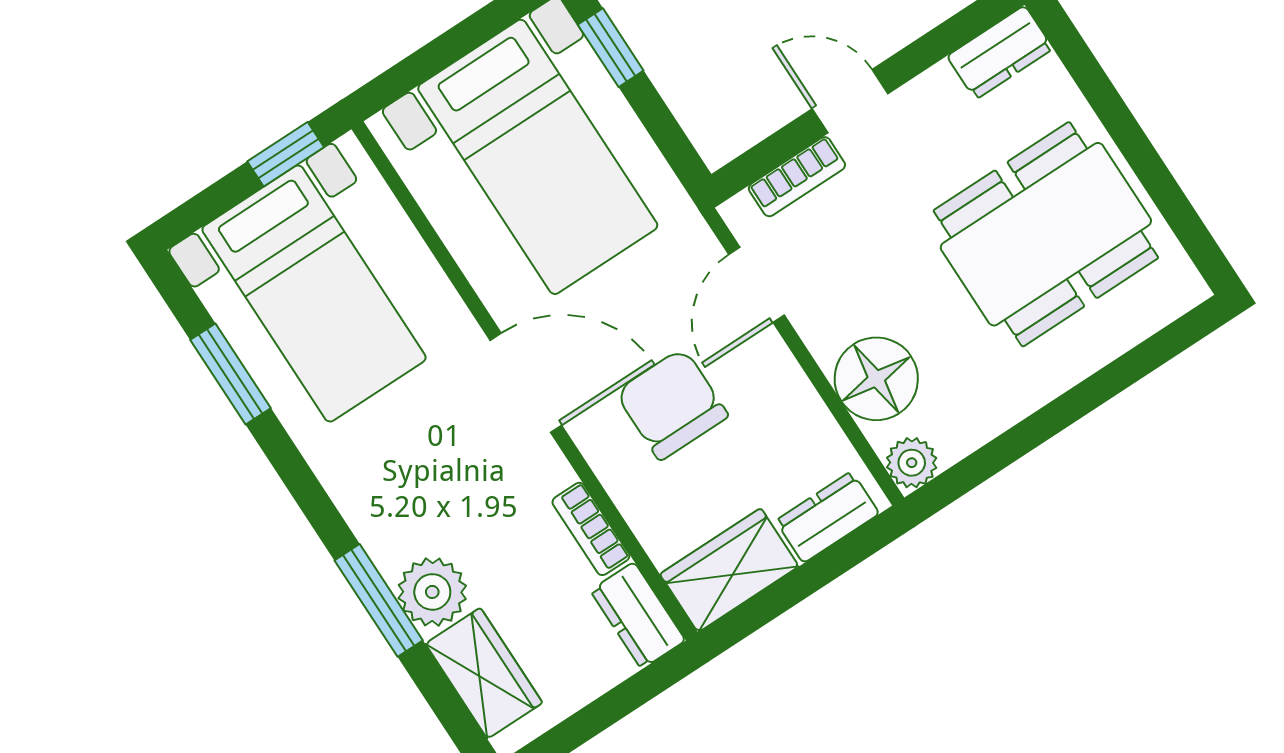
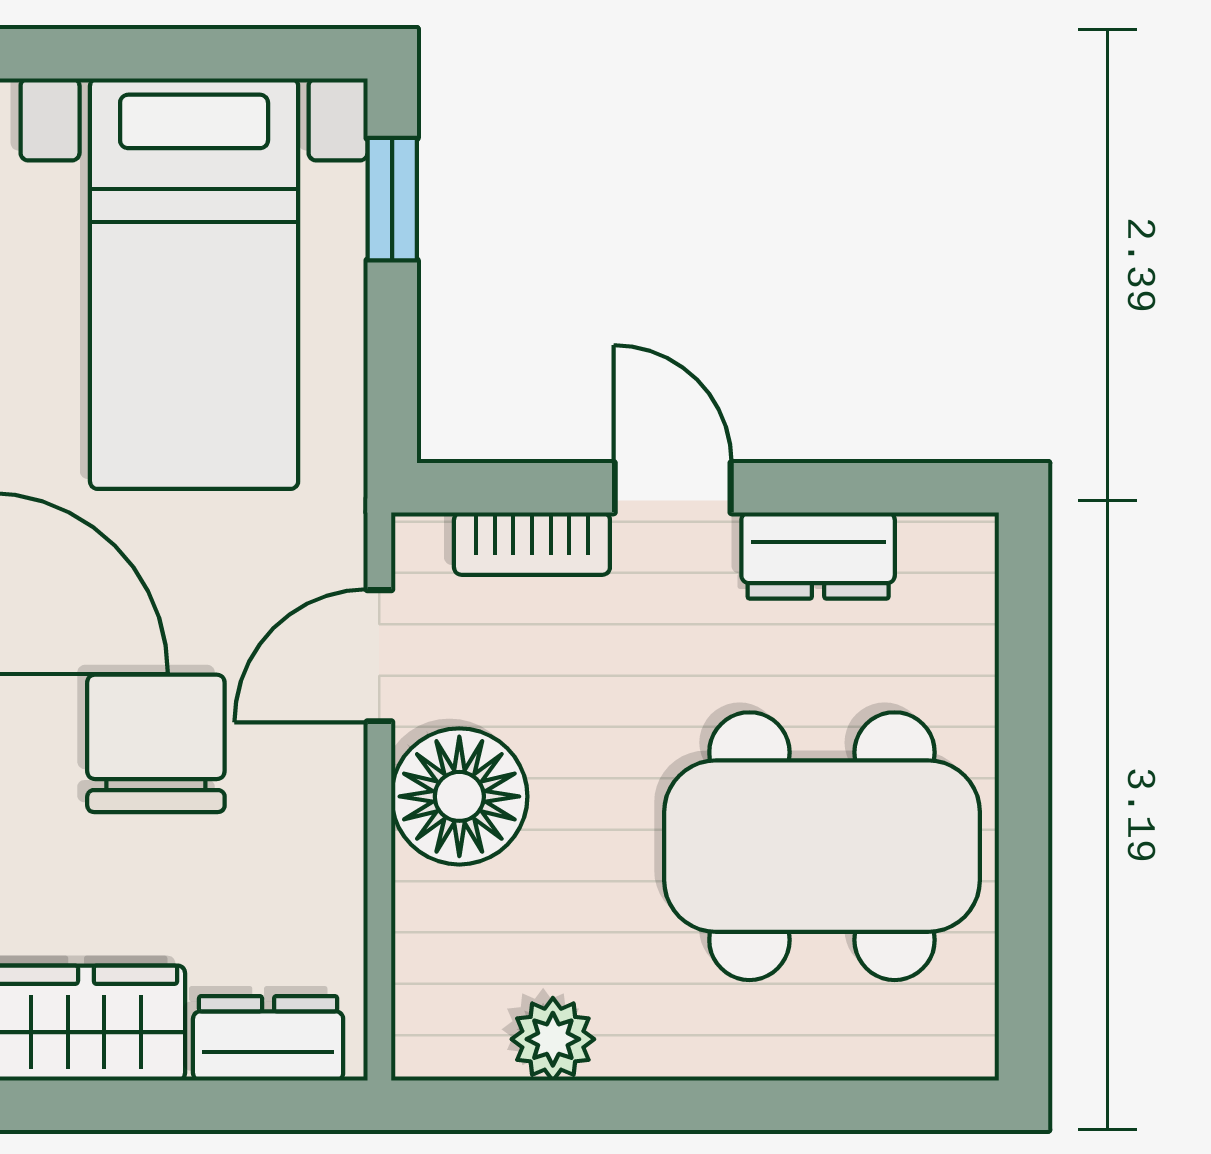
dresser: (1000, 52) -> (818, 556), moved
floor lamp: (876, 379) -> (459, 796), moved
plant: (912, 463) -> (553, 1039), moved

